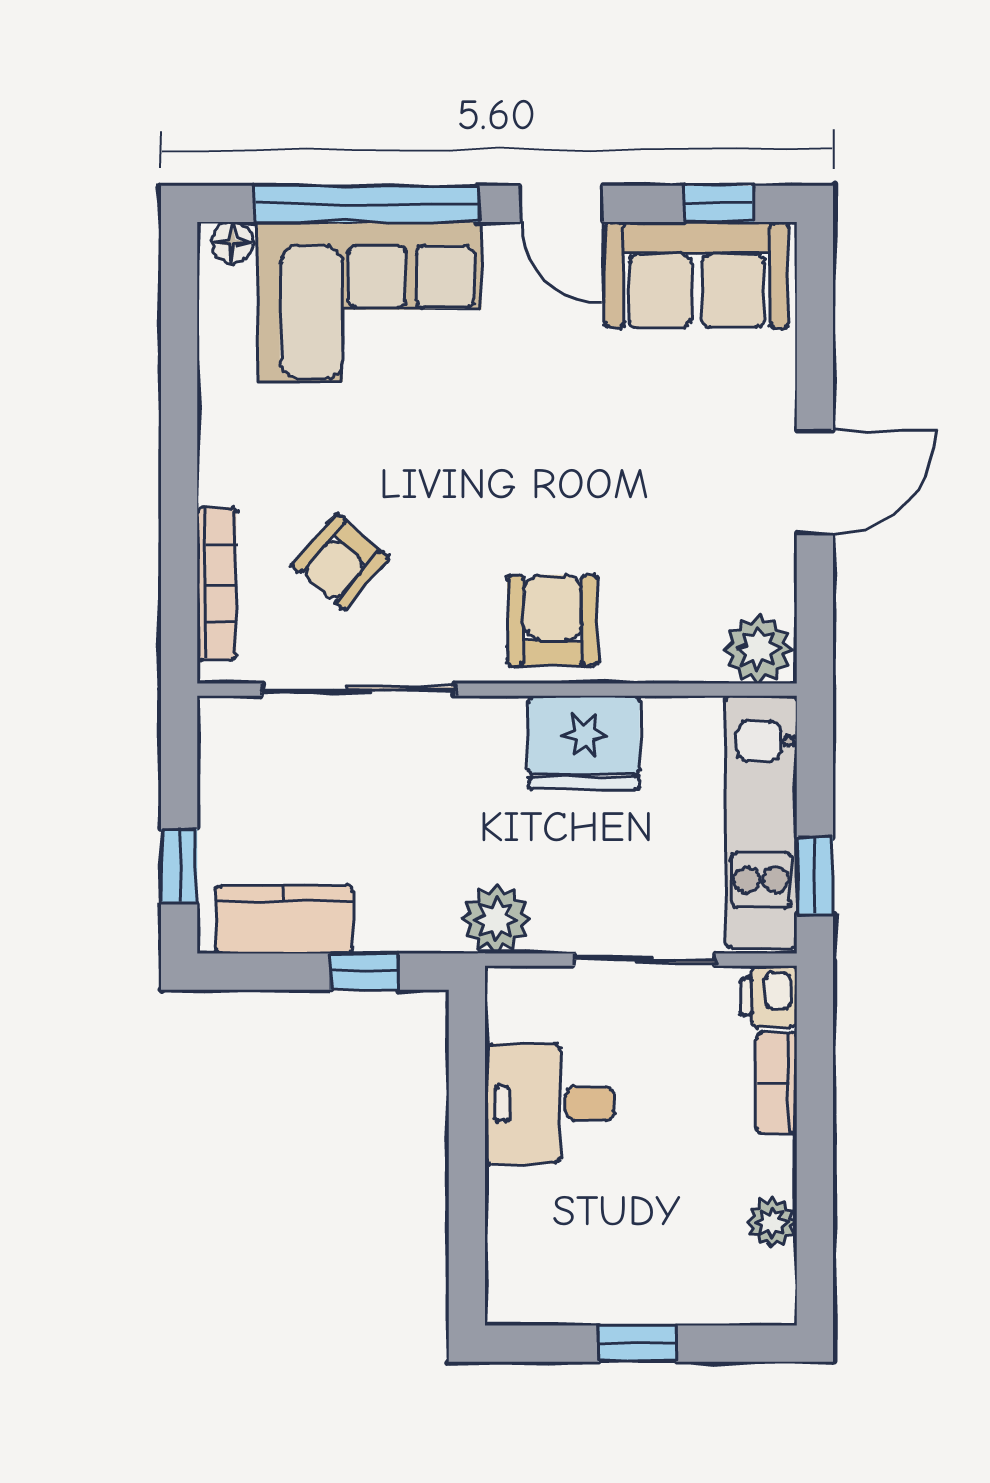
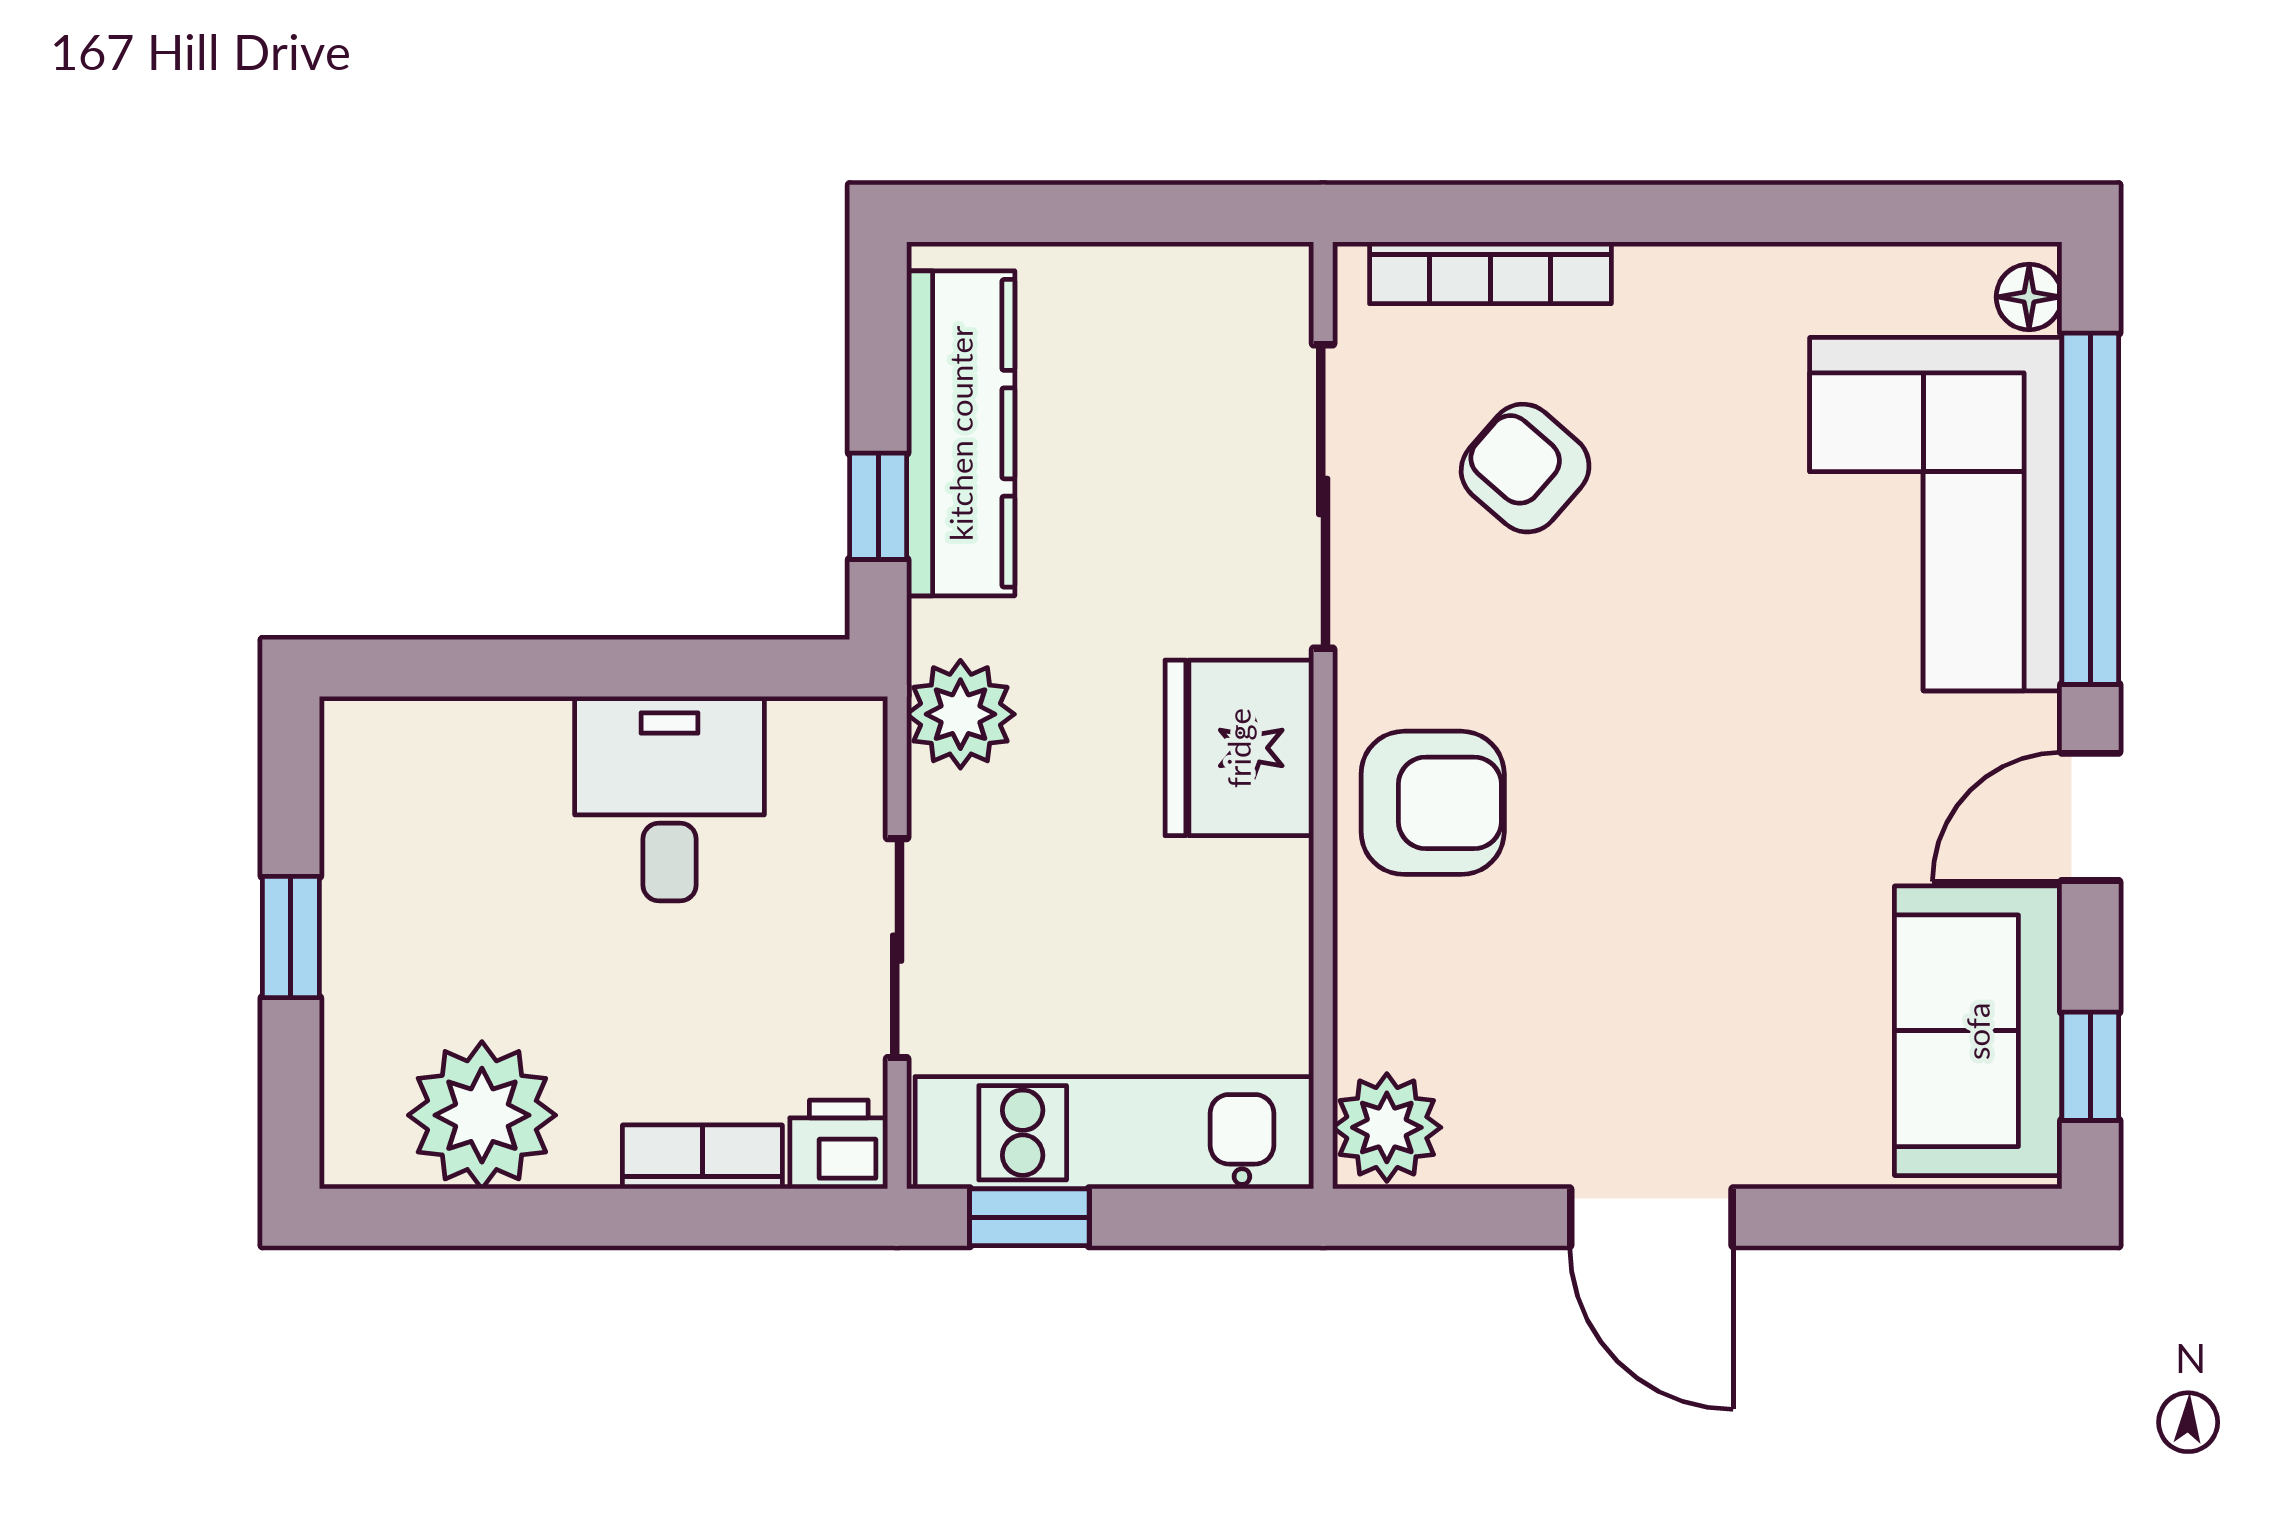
fridge: (584, 743) -> (1239, 748), moved
window: (179, 866) -> (1045, 213), removed
kitchen counter: (284, 919) -> (961, 433), width x1.50
plant: (772, 1223) -> (482, 1115), width x1.88, depth x1.88

